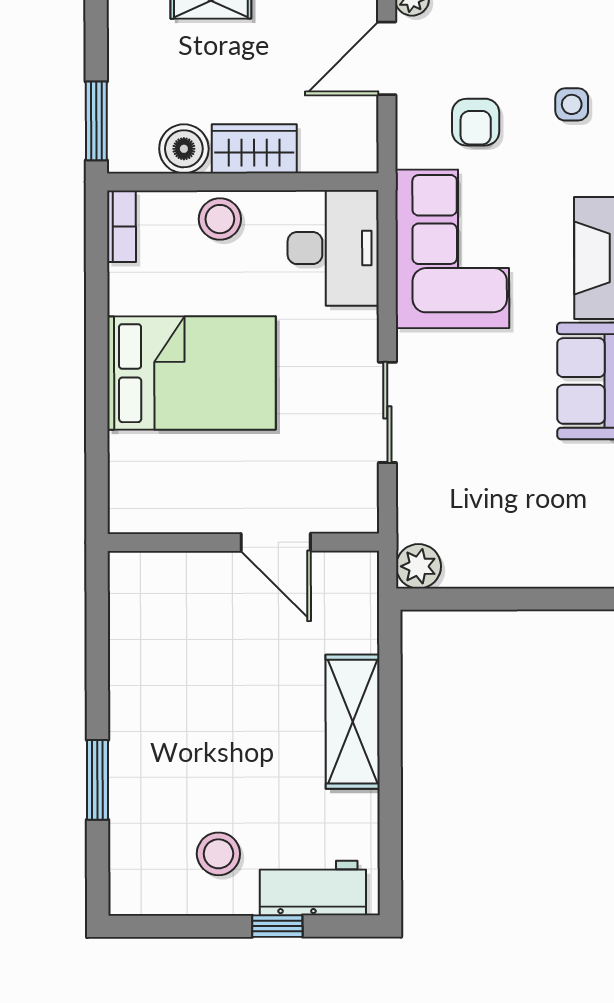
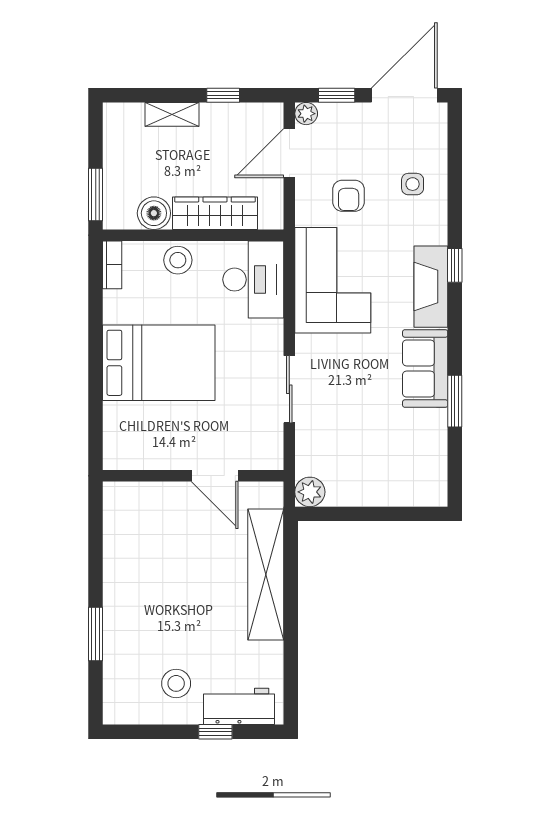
wardrobe: (254, 149) -> (215, 213), width x1.50
shelving: (353, 722) -> (266, 575), width x1.47

